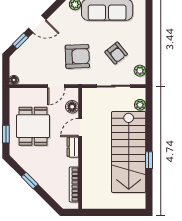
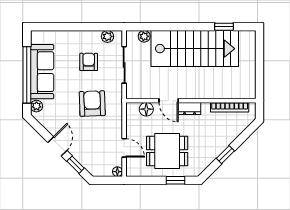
armchair: (116, 53) -> (89, 62), turned -51
door: (56, 86) -> (124, 148), moved
window: (149, 160) -> (224, 27), moved

